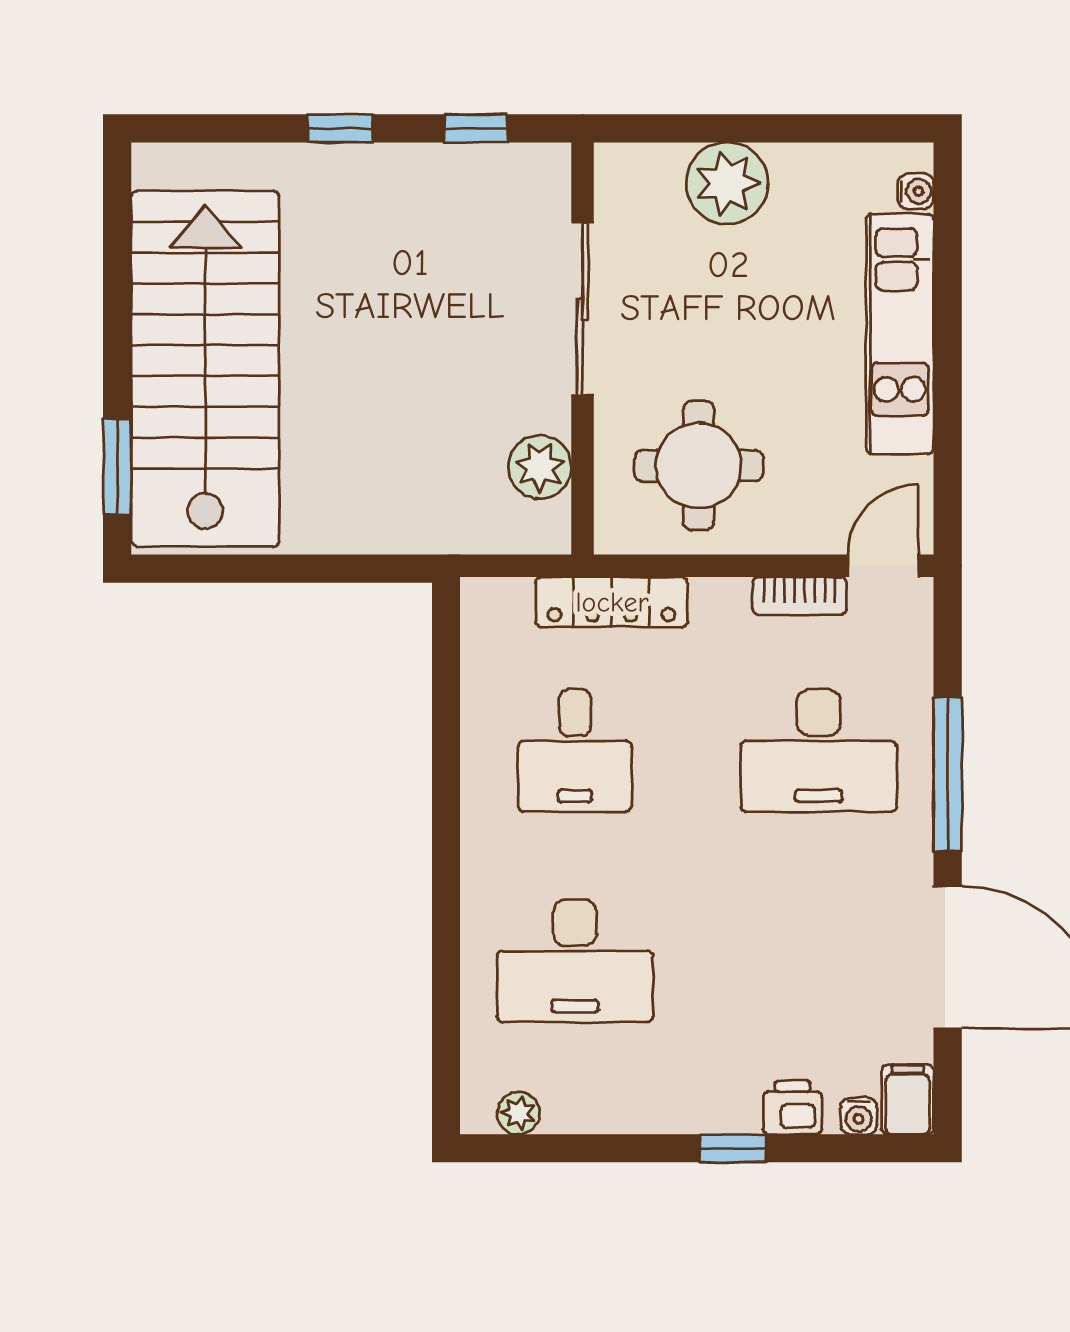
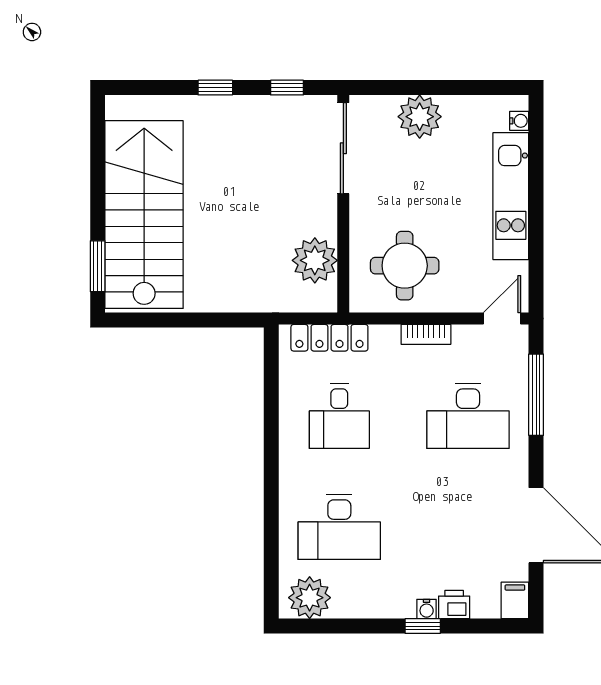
sliding door: (583, 309) -> (343, 148), moved
plant: (540, 467) -> (315, 260), width x1.36, depth x1.36
bookcase: (799, 596) -> (426, 334), moved
locker: (612, 602) -> (329, 338), moved
window: (948, 774) -> (536, 395), moved
plant: (519, 1113) -> (310, 598), width x1.87, depth x1.87
water cooler: (859, 1116) -> (427, 609), moved

